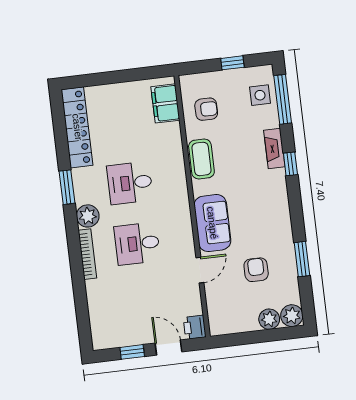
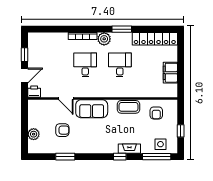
filing cabinet: (165, 103) -> (170, 73), moved, turned -90
plant: (292, 316) -> (34, 147), removed

